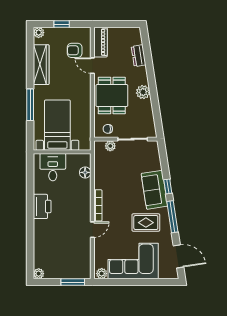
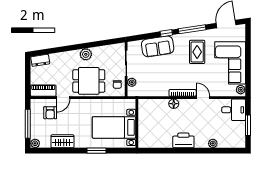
window: (62, 24) -> (28, 124), width x2.17
dresser: (139, 56) -> (40, 60), moved
wardrobe: (41, 65) -> (62, 141), width x0.67
window: (30, 105) -> (97, 151), width x0.69
desk: (53, 167) -> (234, 110), moved, turned 180
floor lamp: (85, 172) -> (174, 104), moved
sofa: (154, 190) -> (158, 46), moved
plant: (39, 274) -> (213, 143), moved
window: (73, 282) -> (248, 125), moved

